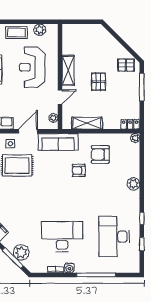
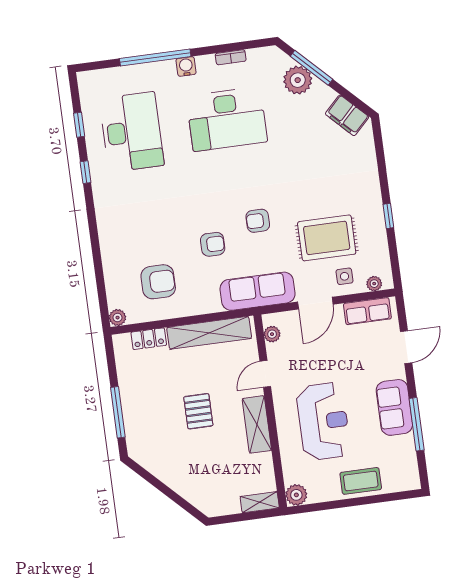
shelving: (72, 29) -> (260, 502), added
plant: (40, 30) -> (296, 495), moved
pallet: (126, 65) -> (152, 449), removed
shelving: (87, 123) -> (209, 333), width x1.47
locker: (130, 124) -> (149, 339), moved
armchair: (100, 154) -> (158, 282), moved
armchair: (53, 180) -> (258, 221), added
plant: (133, 184) -> (109, 233), removed
water cooler: (69, 268) -> (186, 66), moved

